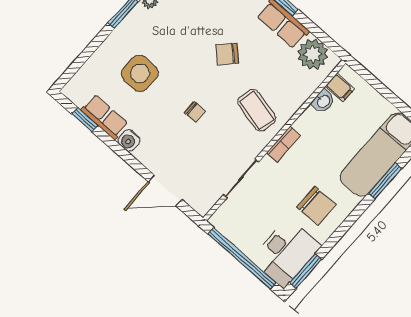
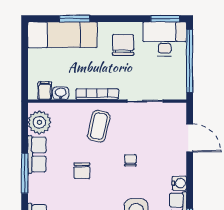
chair: (227, 54) -> (82, 171), turned 47
bookcase: (283, 144) -> (97, 94), width x1.56

